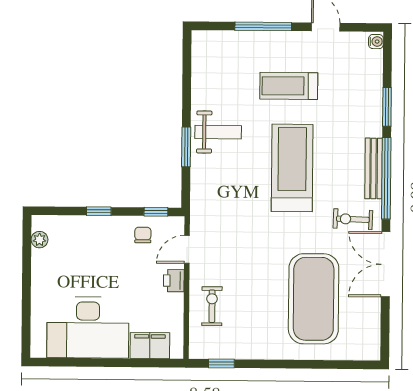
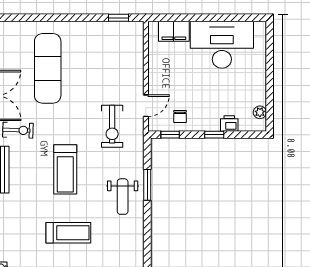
weight bench: (218, 132) -> (123, 197), turned -90
treadmill: (292, 168) -> (65, 169), width x0.73, depth x0.73
printer: (174, 281) -> (229, 123), moved, turned -90
exercise mat: (314, 299) -> (48, 68), width x0.68
exercise bike: (212, 306) -> (112, 126), moved, width x1.38, depth x1.39

